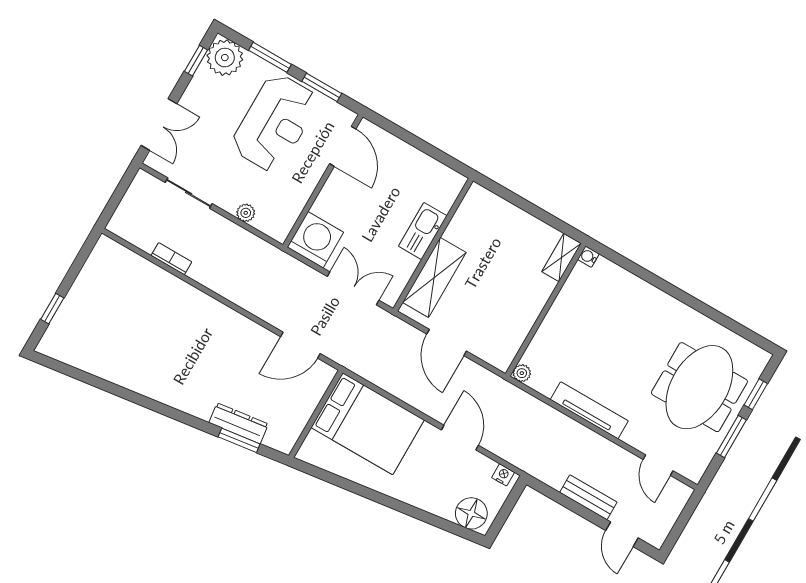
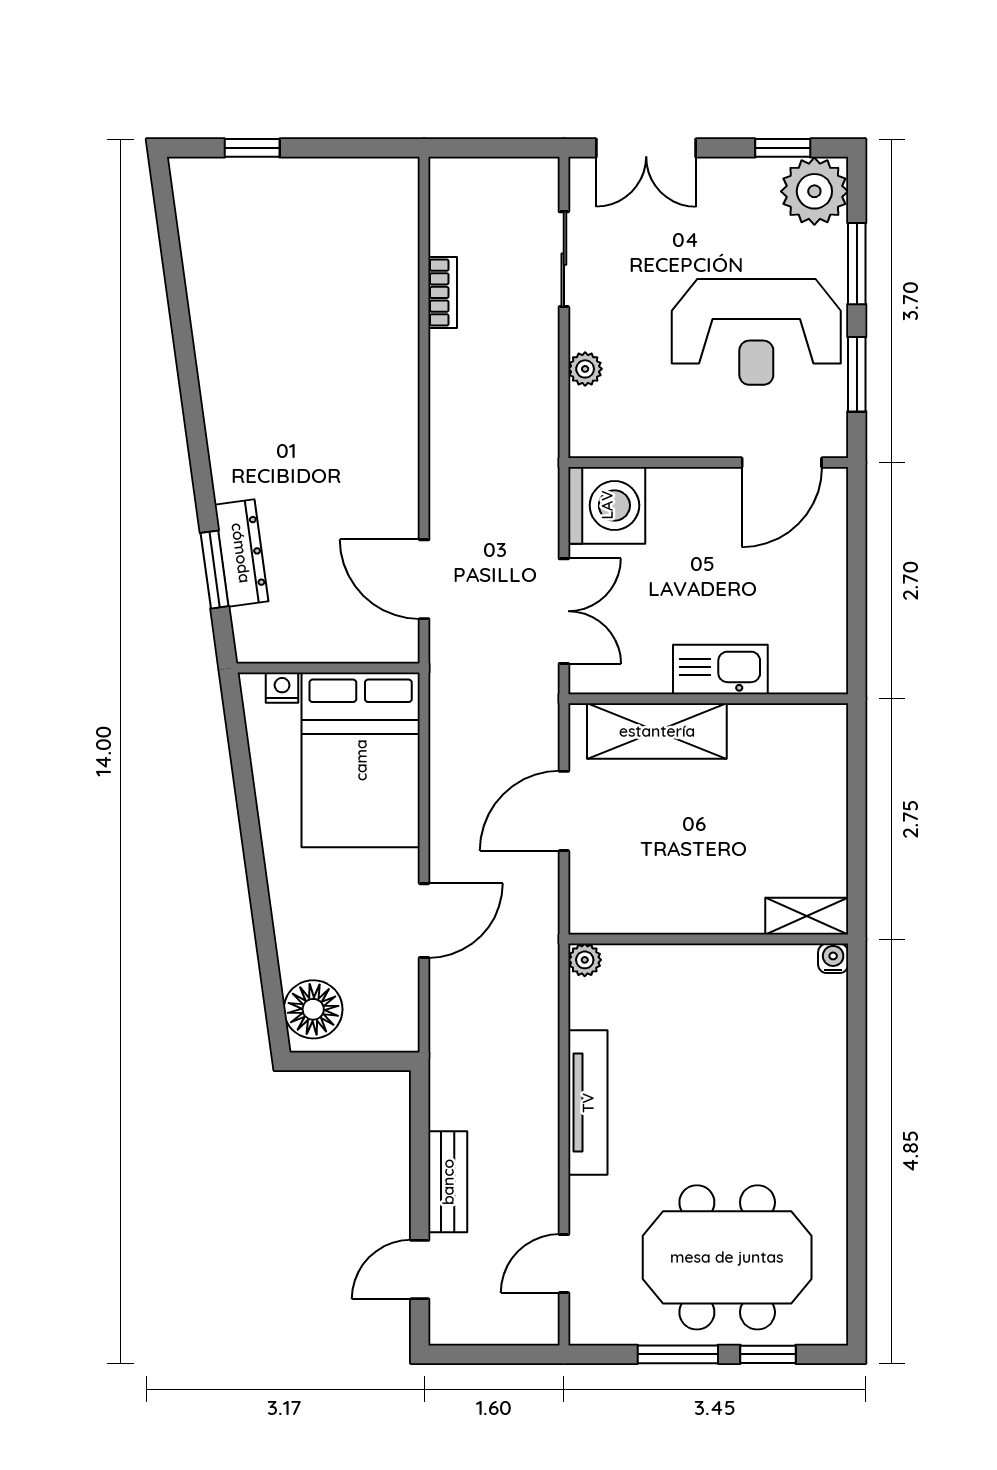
nightstand: (503, 475) -> (282, 688), moved, turned -90

